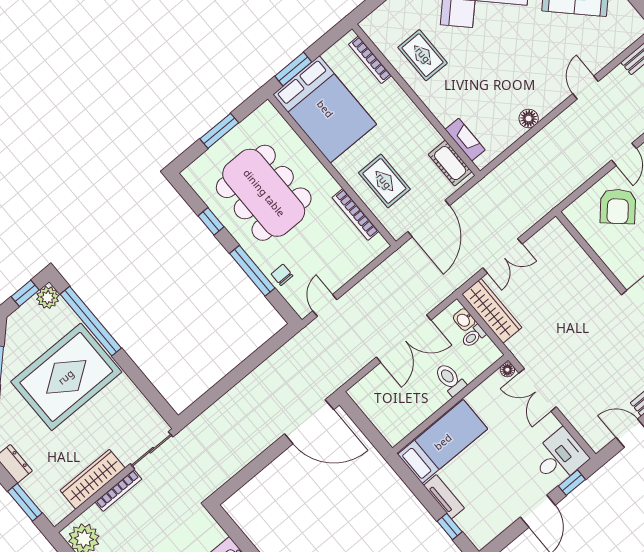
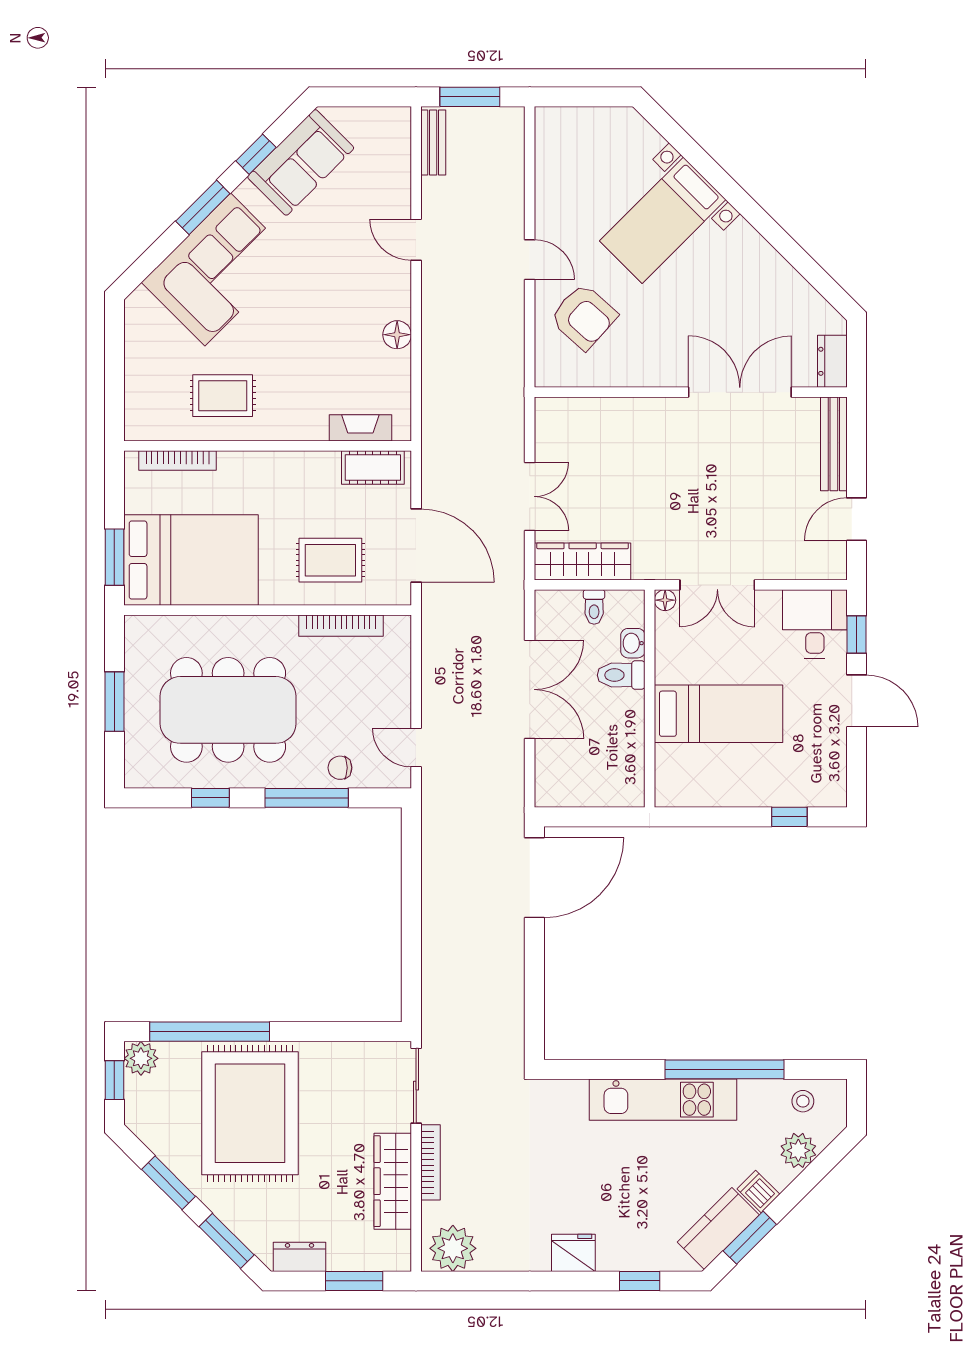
washbasin: (464, 320) -> (633, 643), moved, turned 90
bed: (443, 442) -> (718, 714), moved, turned 90
tv unit: (444, 497) -> (750, 795), removed

